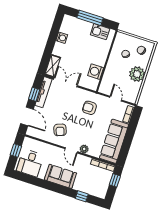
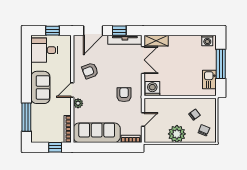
washing machine: (62, 38) -> (207, 41), moved
washing machine: (96, 72) -> (152, 89), moved
window: (82, 196) -> (26, 117), width x2.17

